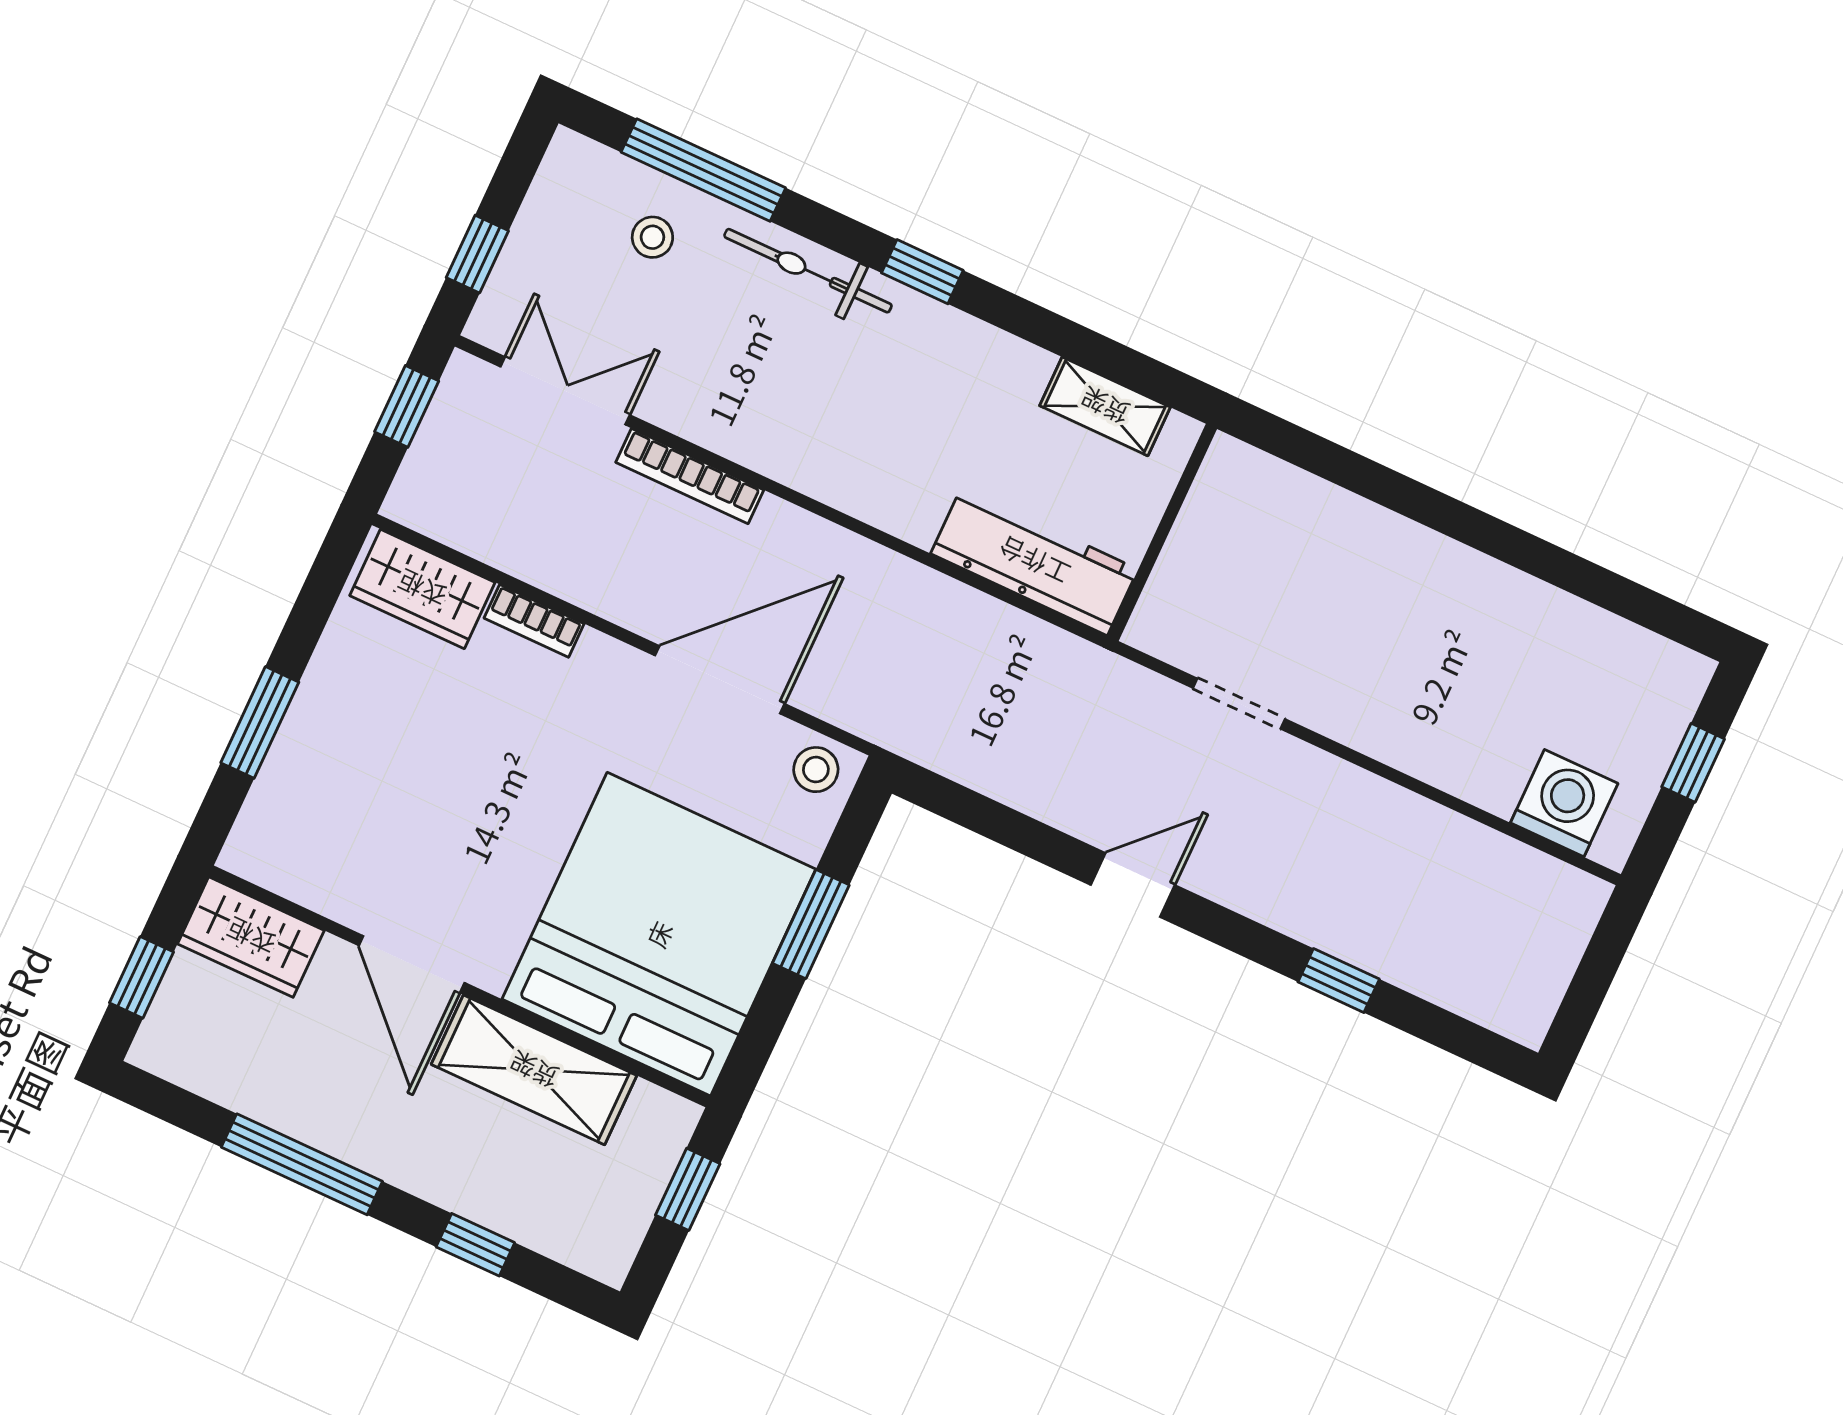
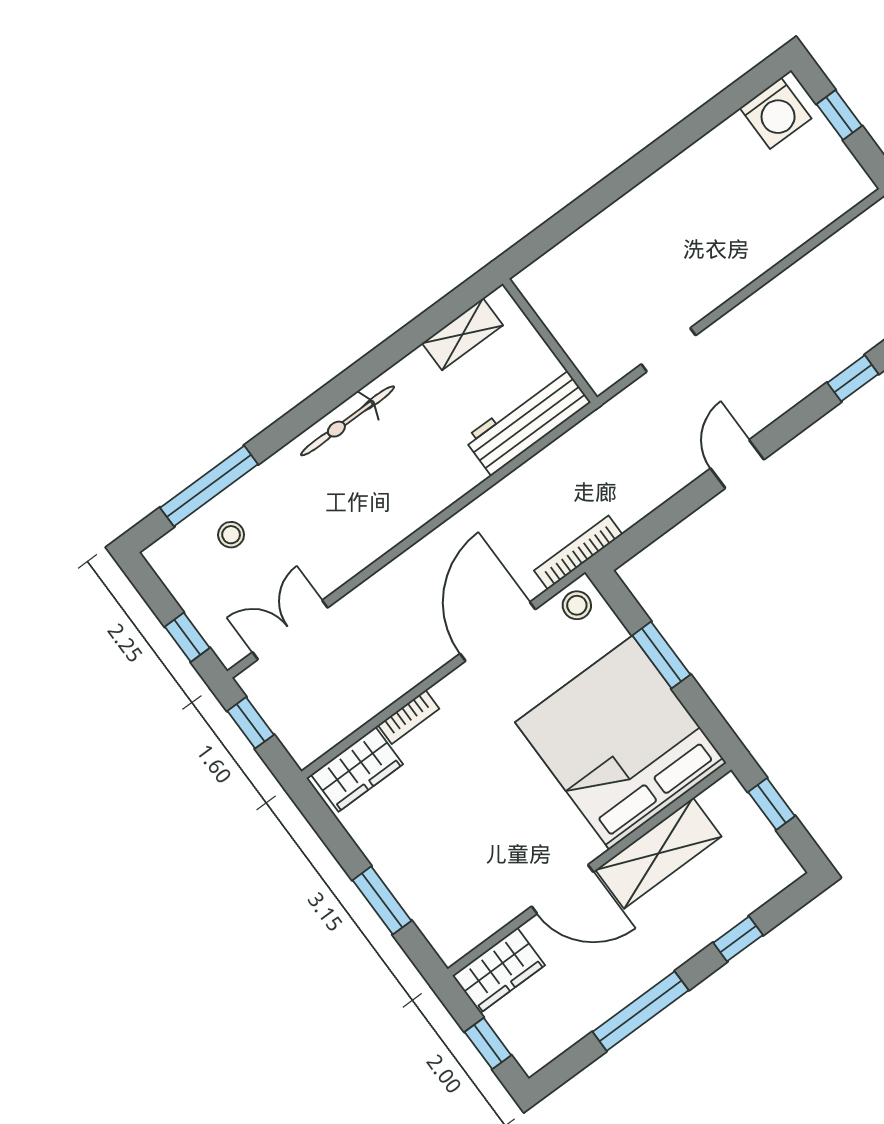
bicycle: (808, 271) -> (347, 421), moved
window: (922, 272) -> (332, 395), removed
bookcase: (690, 476) -> (578, 552), moved, turned 180
washing machine: (1564, 803) -> (776, 113), moved, turned 180

